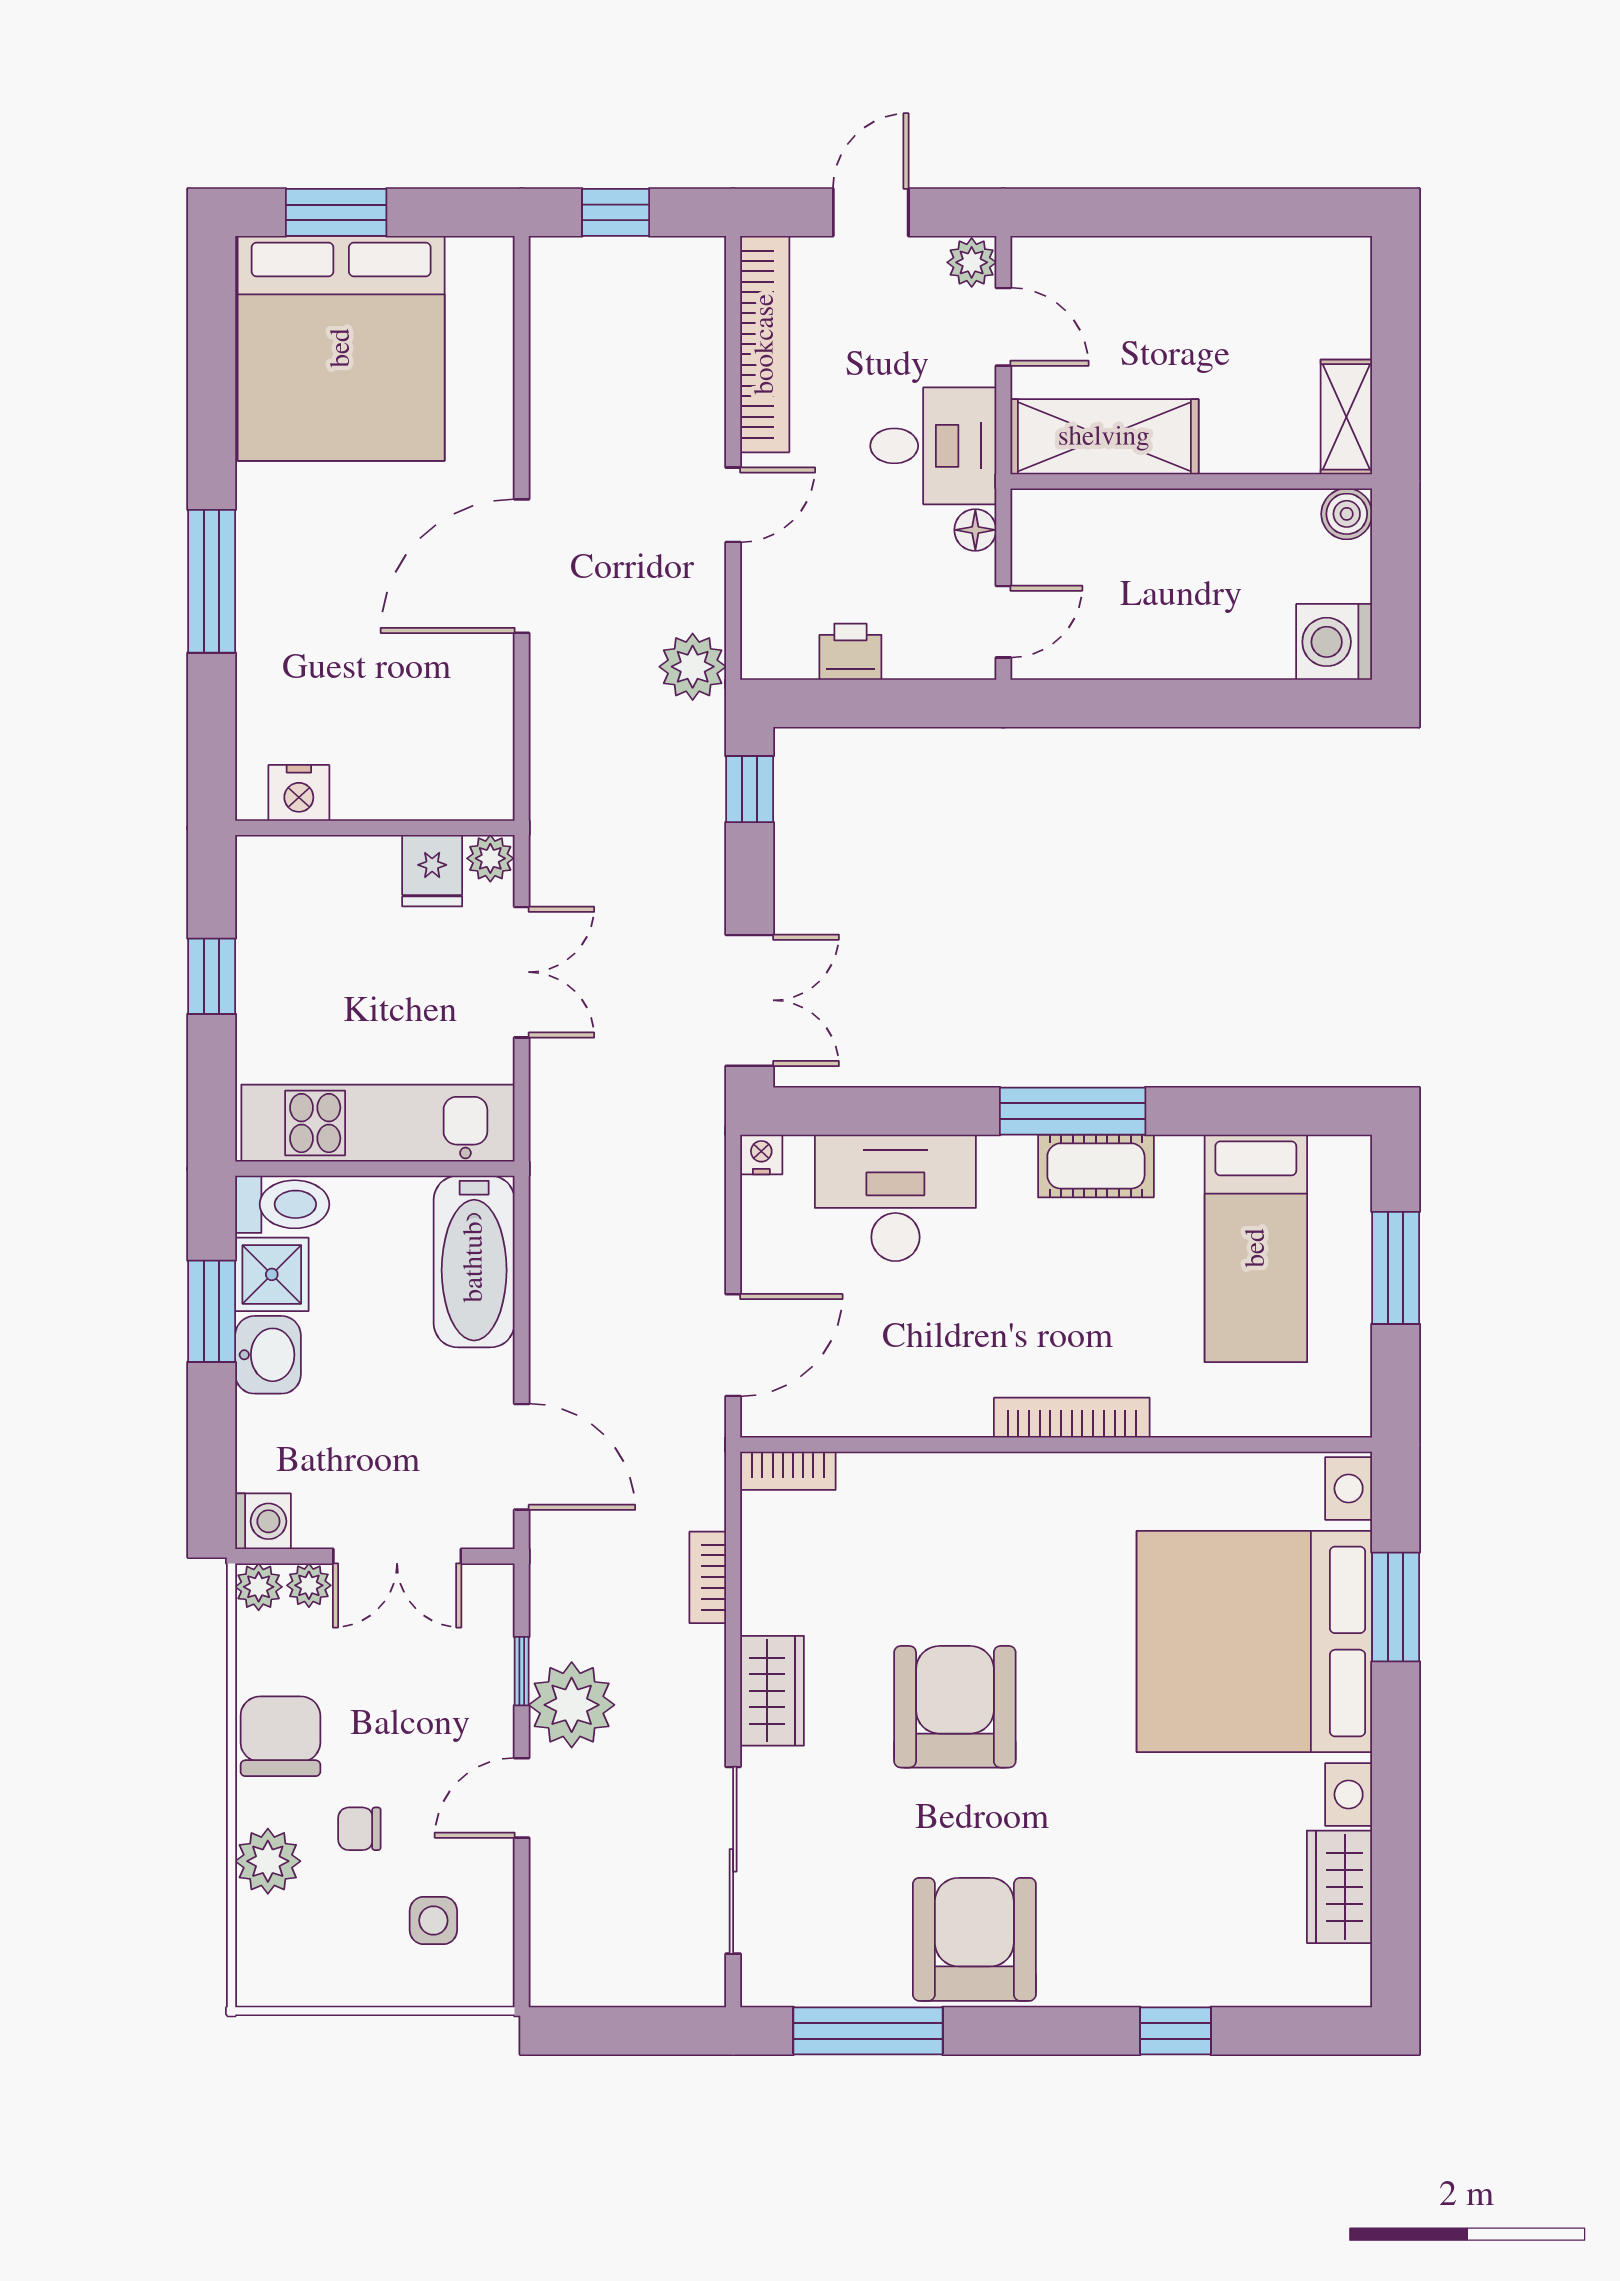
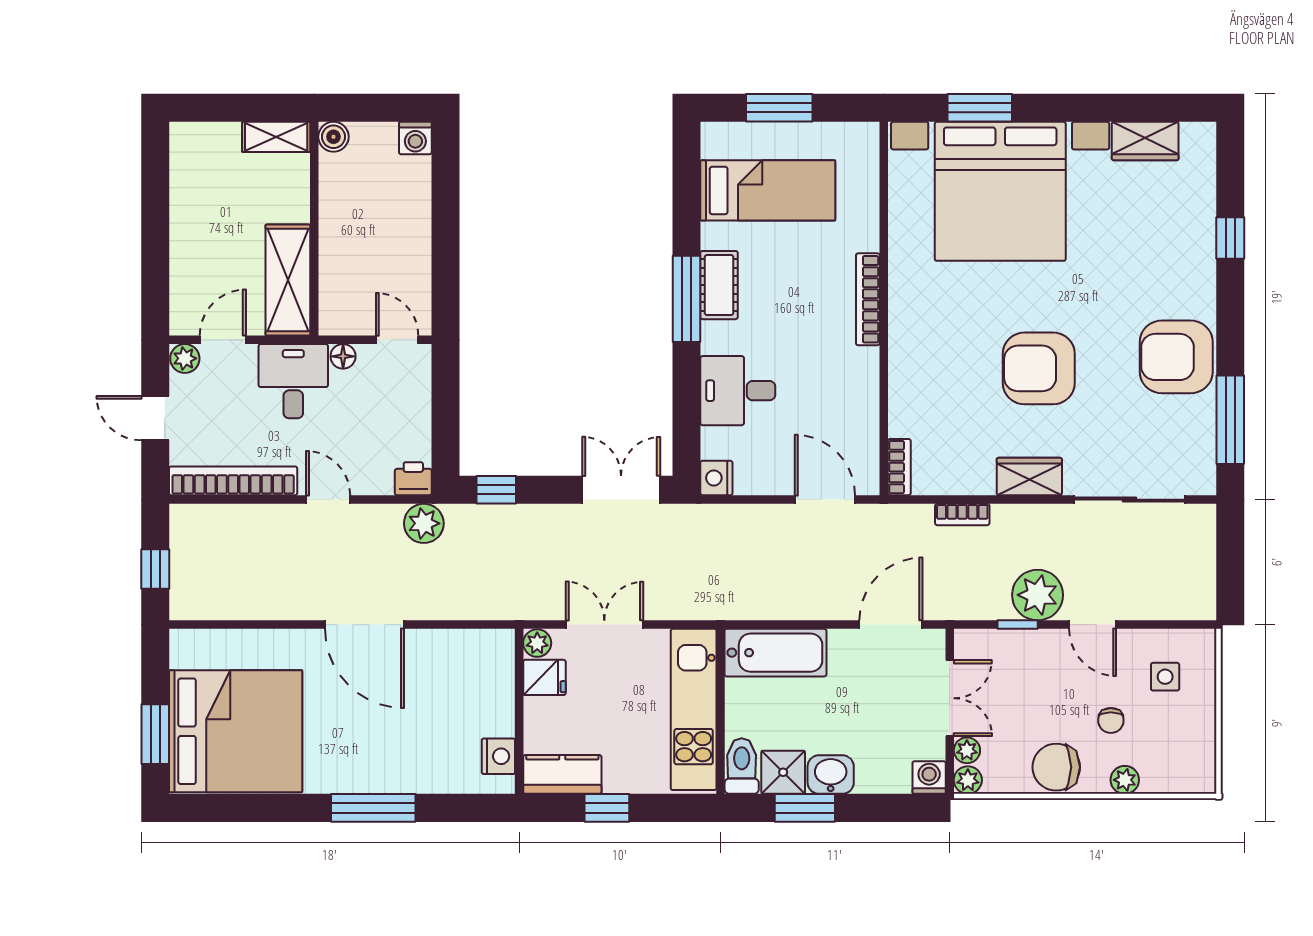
washing machine: (1334, 642) -> (415, 138), width x0.73, depth x0.73
printer: (850, 652) -> (413, 479), moved, turned 90
kitchen counter: (268, 901) -> (562, 774), added
nightstand: (761, 1154) -> (716, 478), width x1.39, depth x1.35
desk: (895, 1198) -> (738, 391), width x0.73
plant: (268, 1861) -> (1125, 780), width x0.73, depth x0.73

